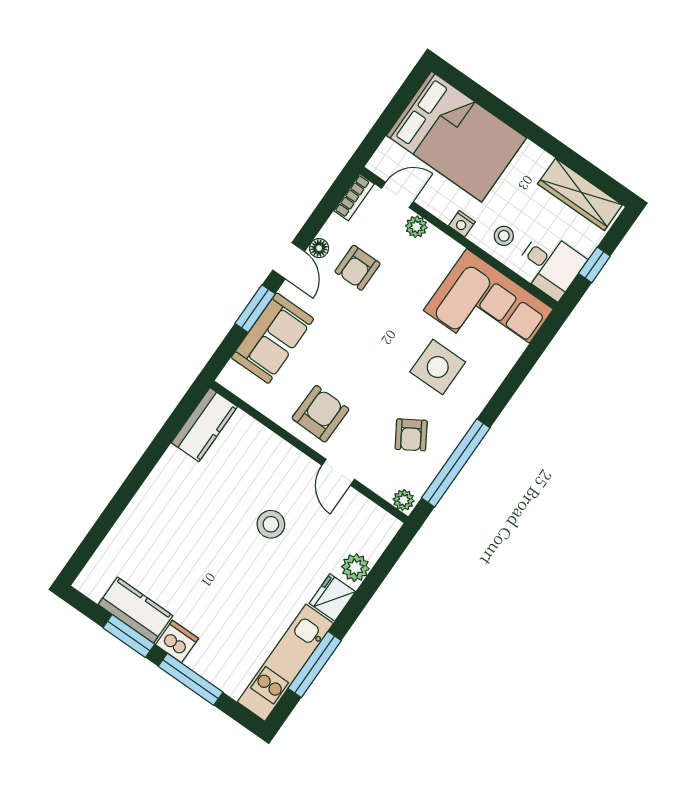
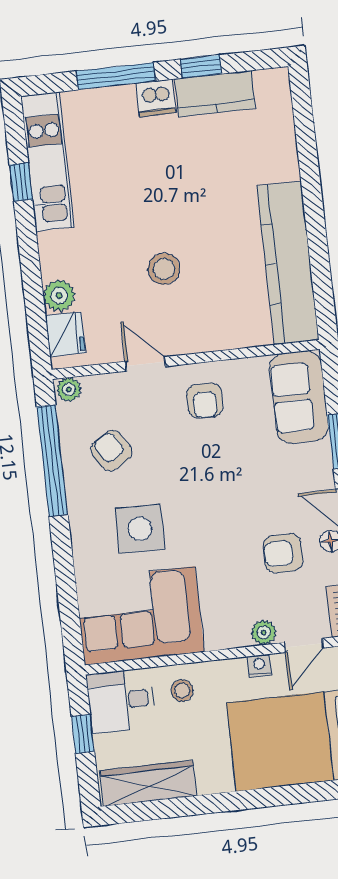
nightstand: (462, 224) -> (259, 666), moved
armchair: (358, 268) -> (283, 553), turned -90
sofa: (272, 338) -> (299, 397), moved
armchair: (320, 414) -> (205, 401), width x0.72, depth x0.72
kitchen counter: (204, 425) -> (288, 263), width x2.08, depth x1.17
fridge: (332, 598) -> (65, 334), moved
window: (129, 636) -> (201, 66), width x0.67
window: (315, 664) -> (21, 182), width x0.46

